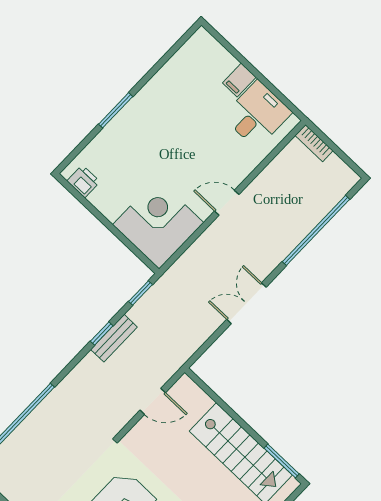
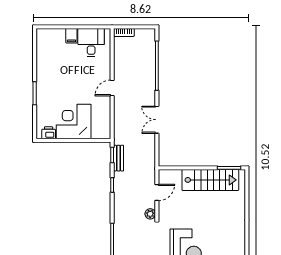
corner desk: (158, 224) -> (74, 122), moved
bench: (114, 338) -> (119, 158), moved
plant: (116, 422) -> (150, 214), added

